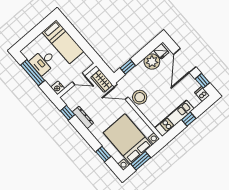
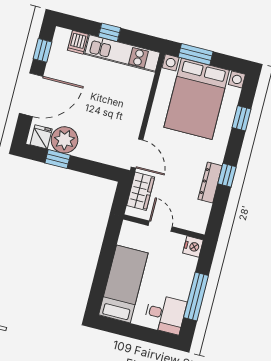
desk: (43, 62) -> (165, 314), moved
window: (128, 67) -> (58, 159), moved
dishwasher: (202, 94) -> (78, 42), moved
stool: (140, 97) -> (126, 122), removed
window: (67, 113) -> (227, 175), moved
window: (141, 161) -> (196, 54), moved

